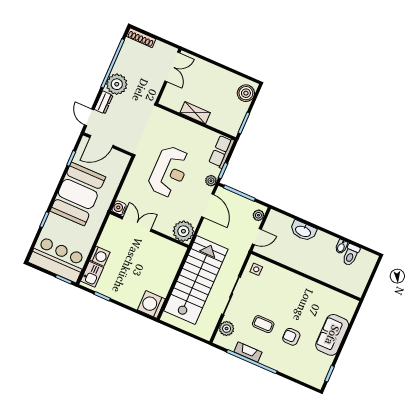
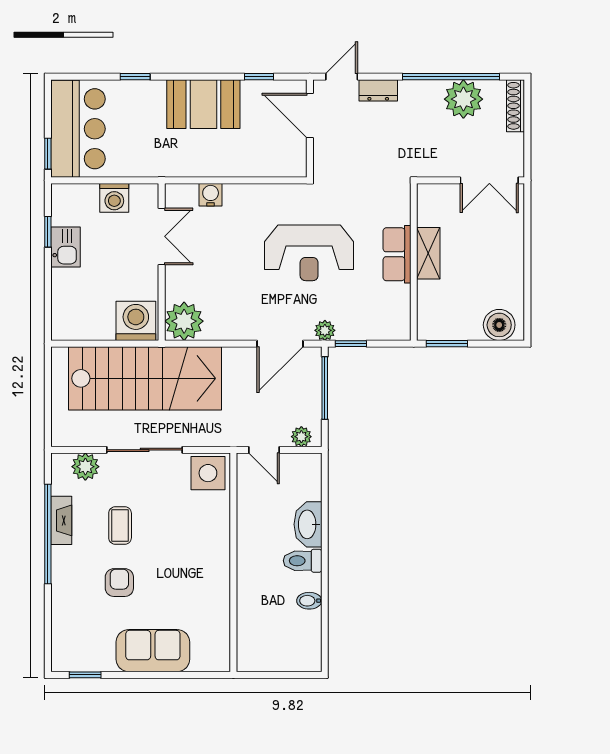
plant: (117, 84) -> (463, 99), moved
row of seats: (221, 152) -> (397, 254), moved, turned -90
booth: (78, 194) -> (203, 104), width x0.73, depth x0.70
double door: (137, 224) -> (162, 236), moved
wall: (149, 229) -> (162, 262), moved
plant: (183, 231) -> (184, 321), moved
toilet: (351, 255) -> (303, 561), moved
side table: (256, 269) -> (208, 473), width x1.87, depth x1.87
kitchen sink: (92, 274) -> (66, 247), moved, turned -90
washing machine: (151, 304) -> (136, 321), moved

